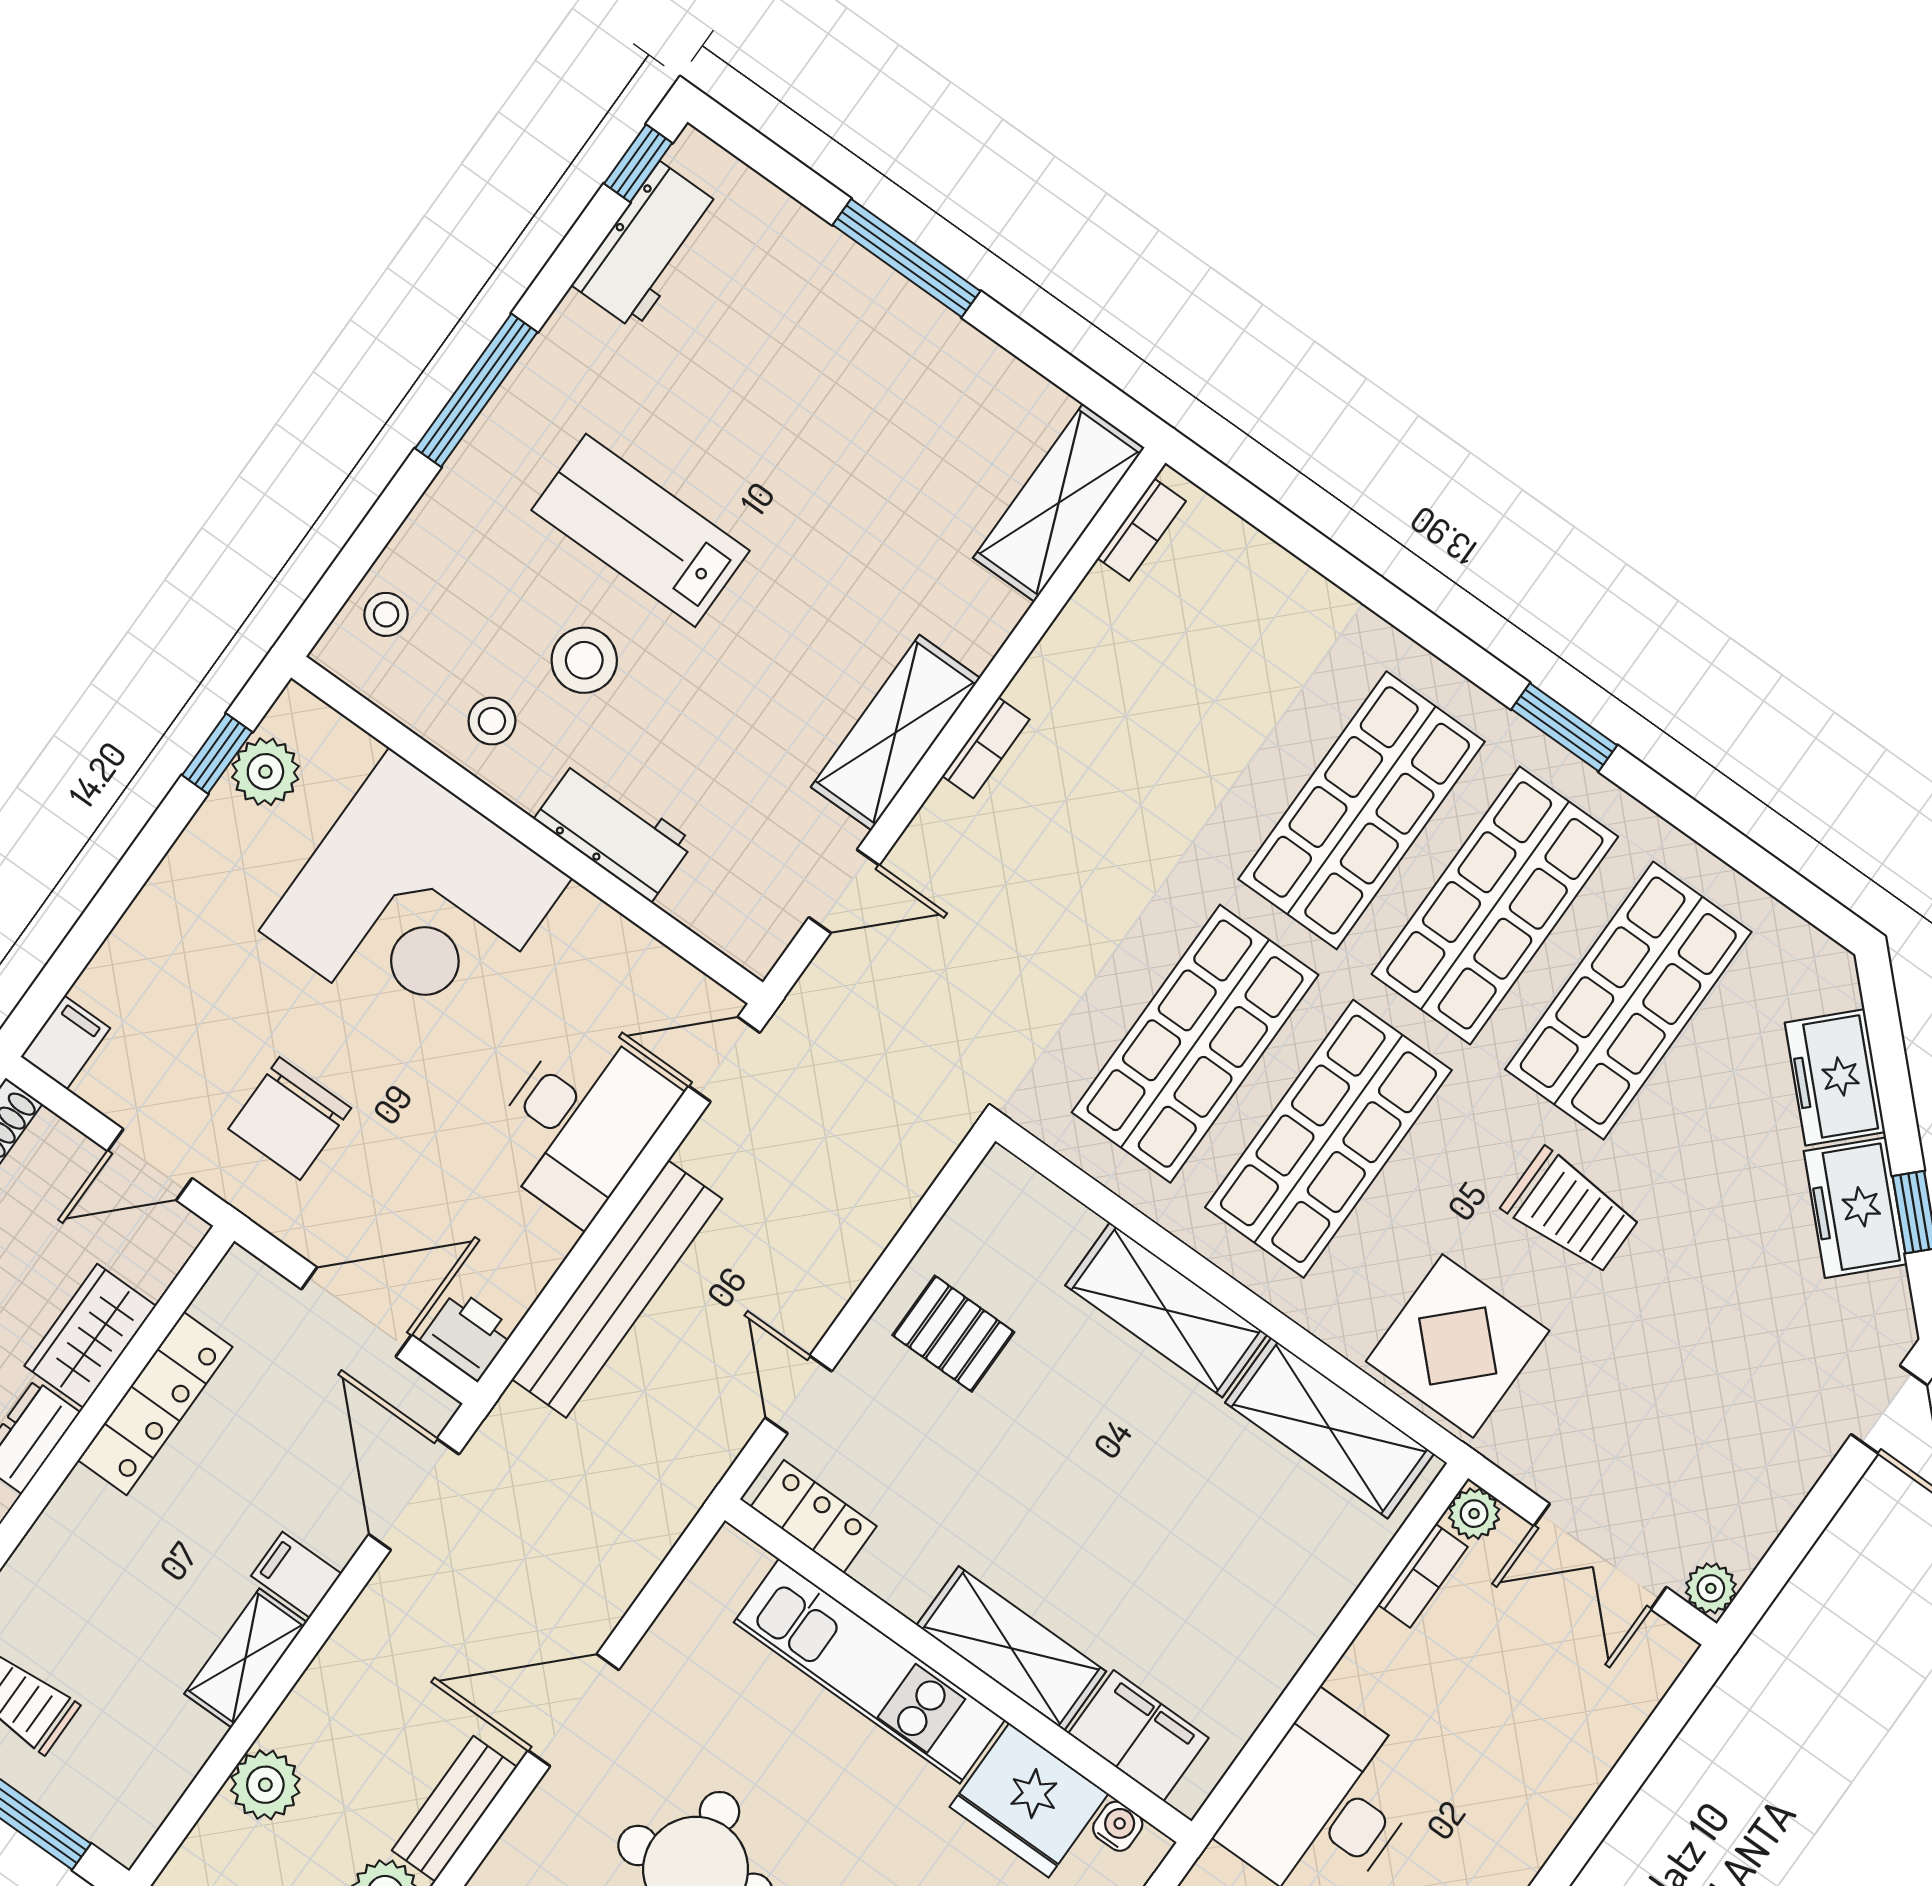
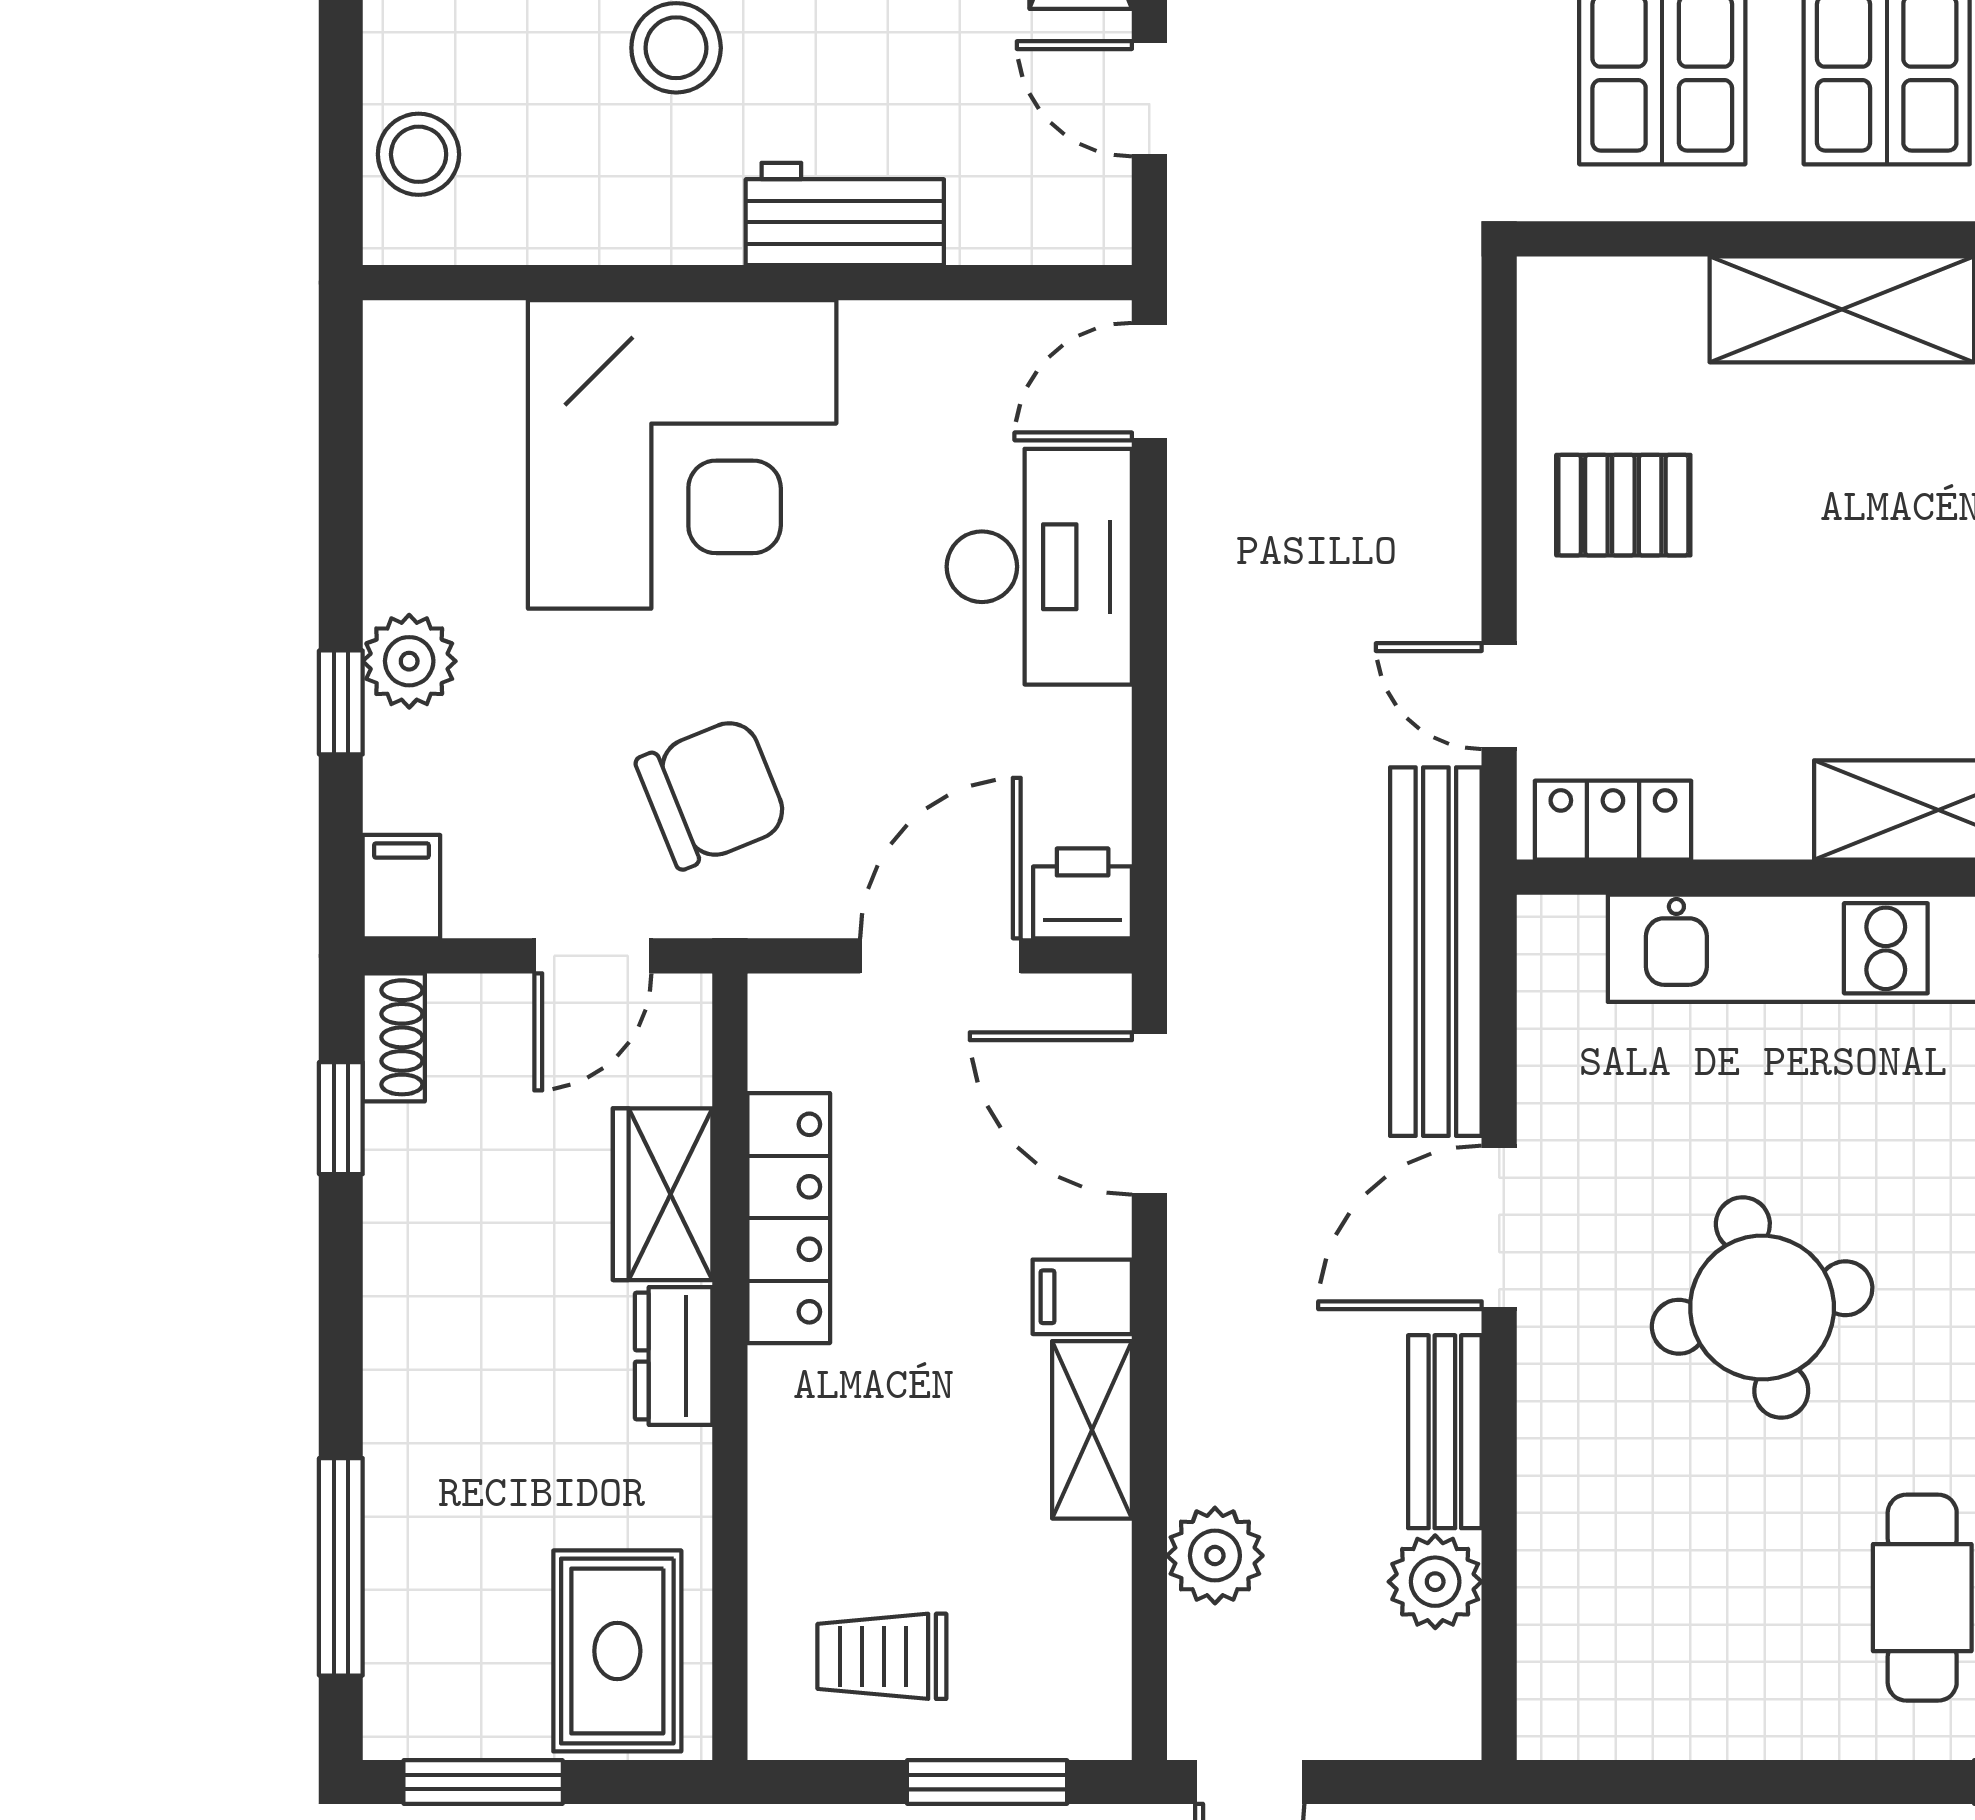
stool: (386, 614) -> (419, 154), width x1.37, depth x1.37
stool: (492, 721) -> (621, 189), removed
window: (217, 754) -> (341, 702), moved
plant: (265, 772) -> (409, 661), moved
door: (844, 891) -> (1149, 99), swing flipped
chair: (290, 1119) -> (712, 793), turned -112
bench: (617, 1289) -> (1436, 952), moved

